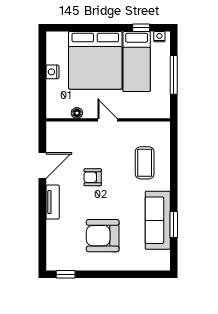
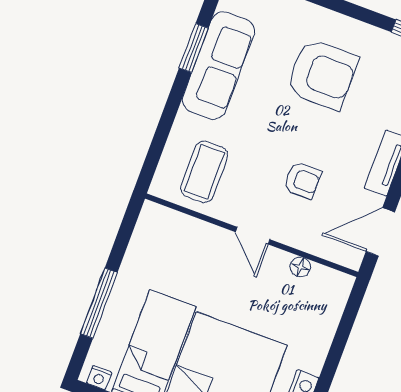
floor lamp: (77, 113) -> (300, 267), moved
door: (107, 120) -> (253, 236), moved
wall: (108, 120) -> (252, 235), moved

